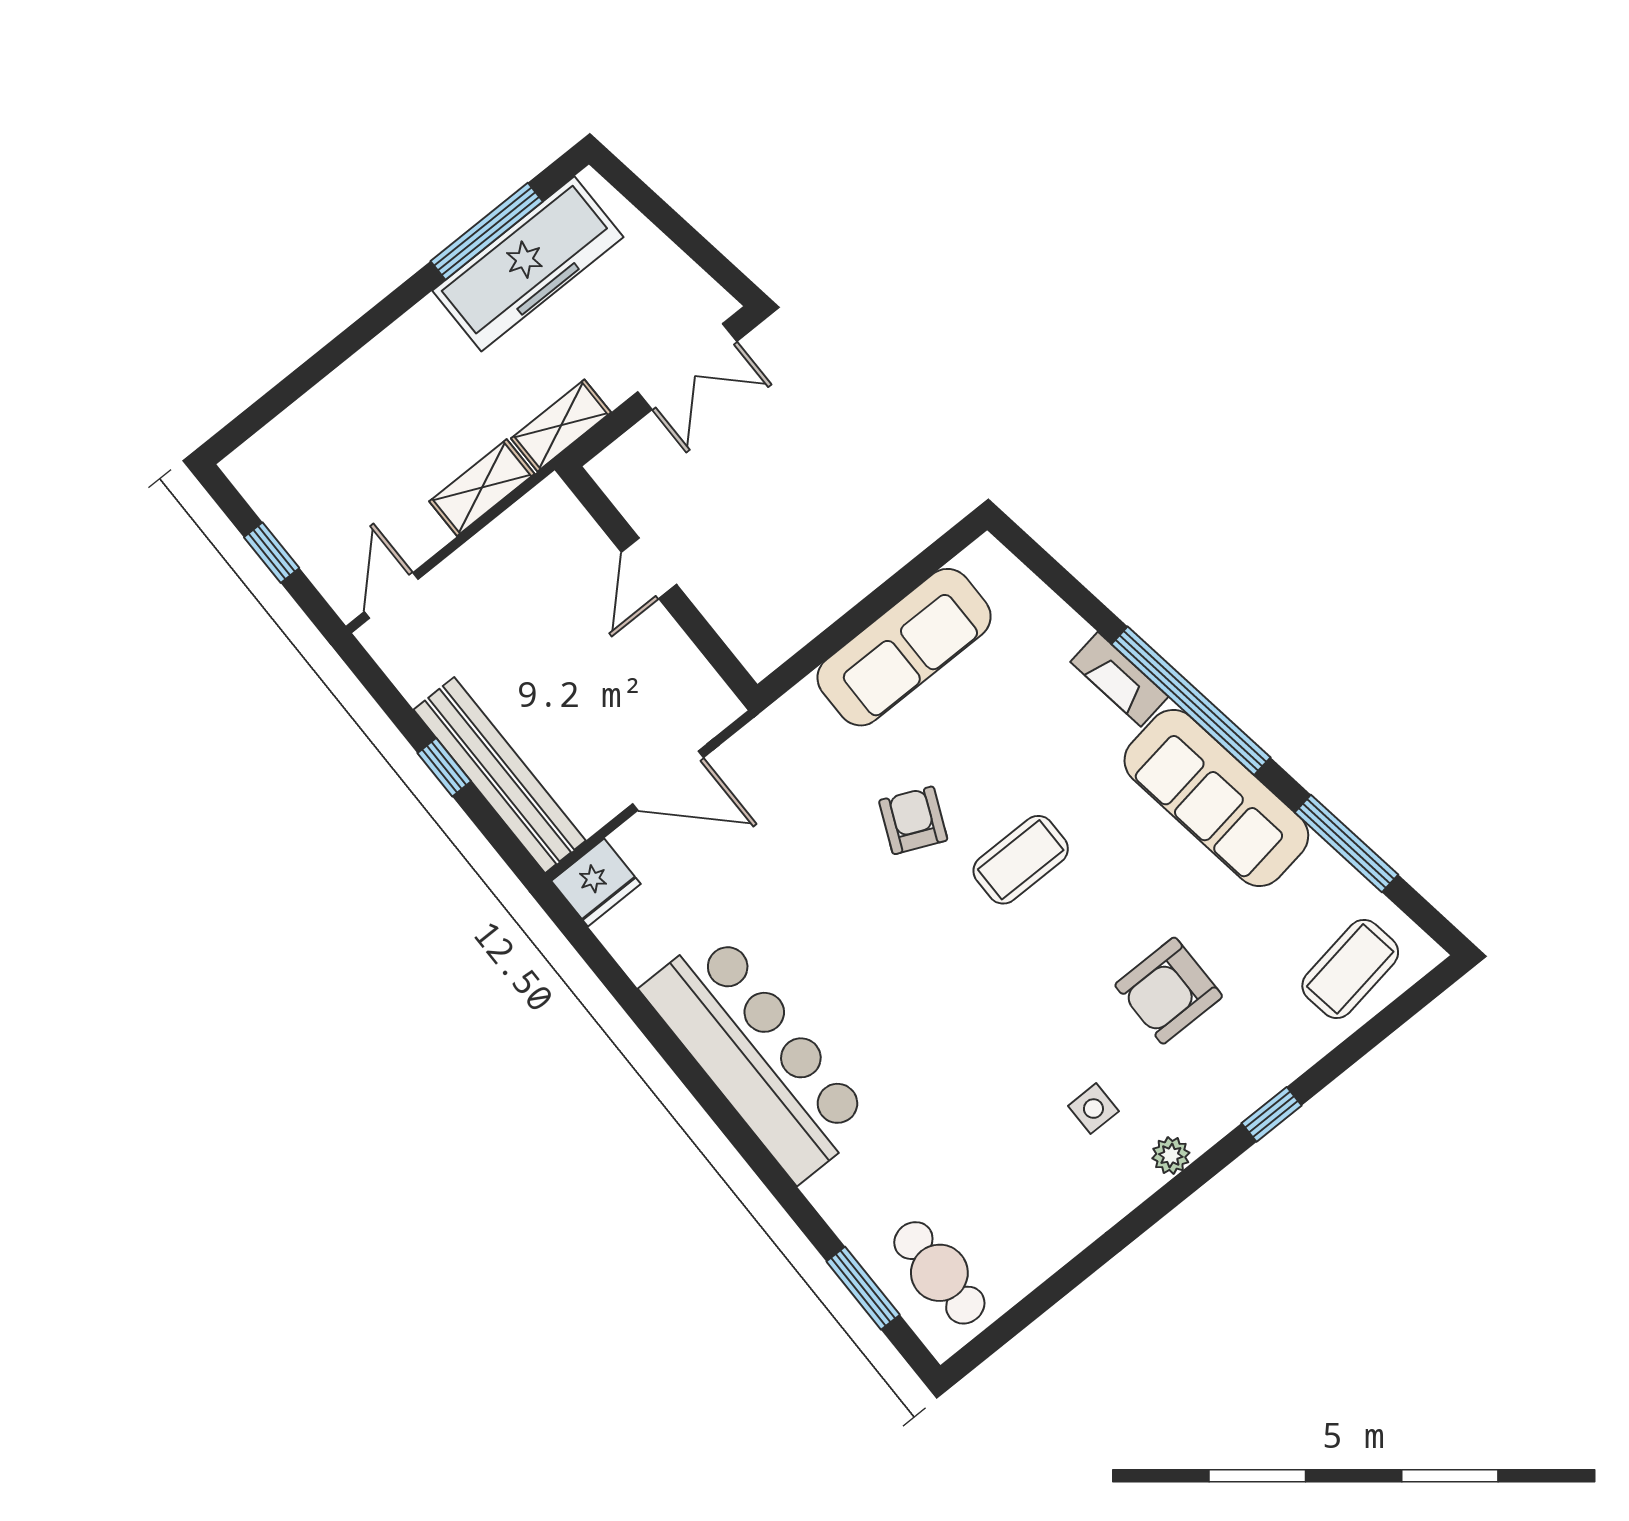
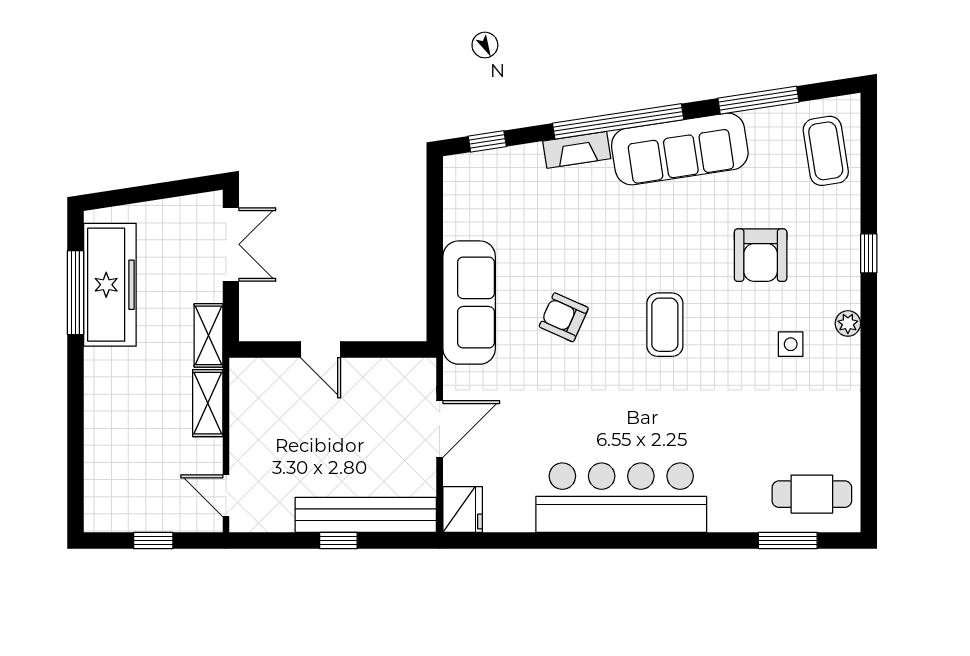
window: (1046, 568) -> (487, 141), added
sofa: (904, 647) -> (469, 303), moved
coffee table: (1021, 860) -> (665, 325), moved

